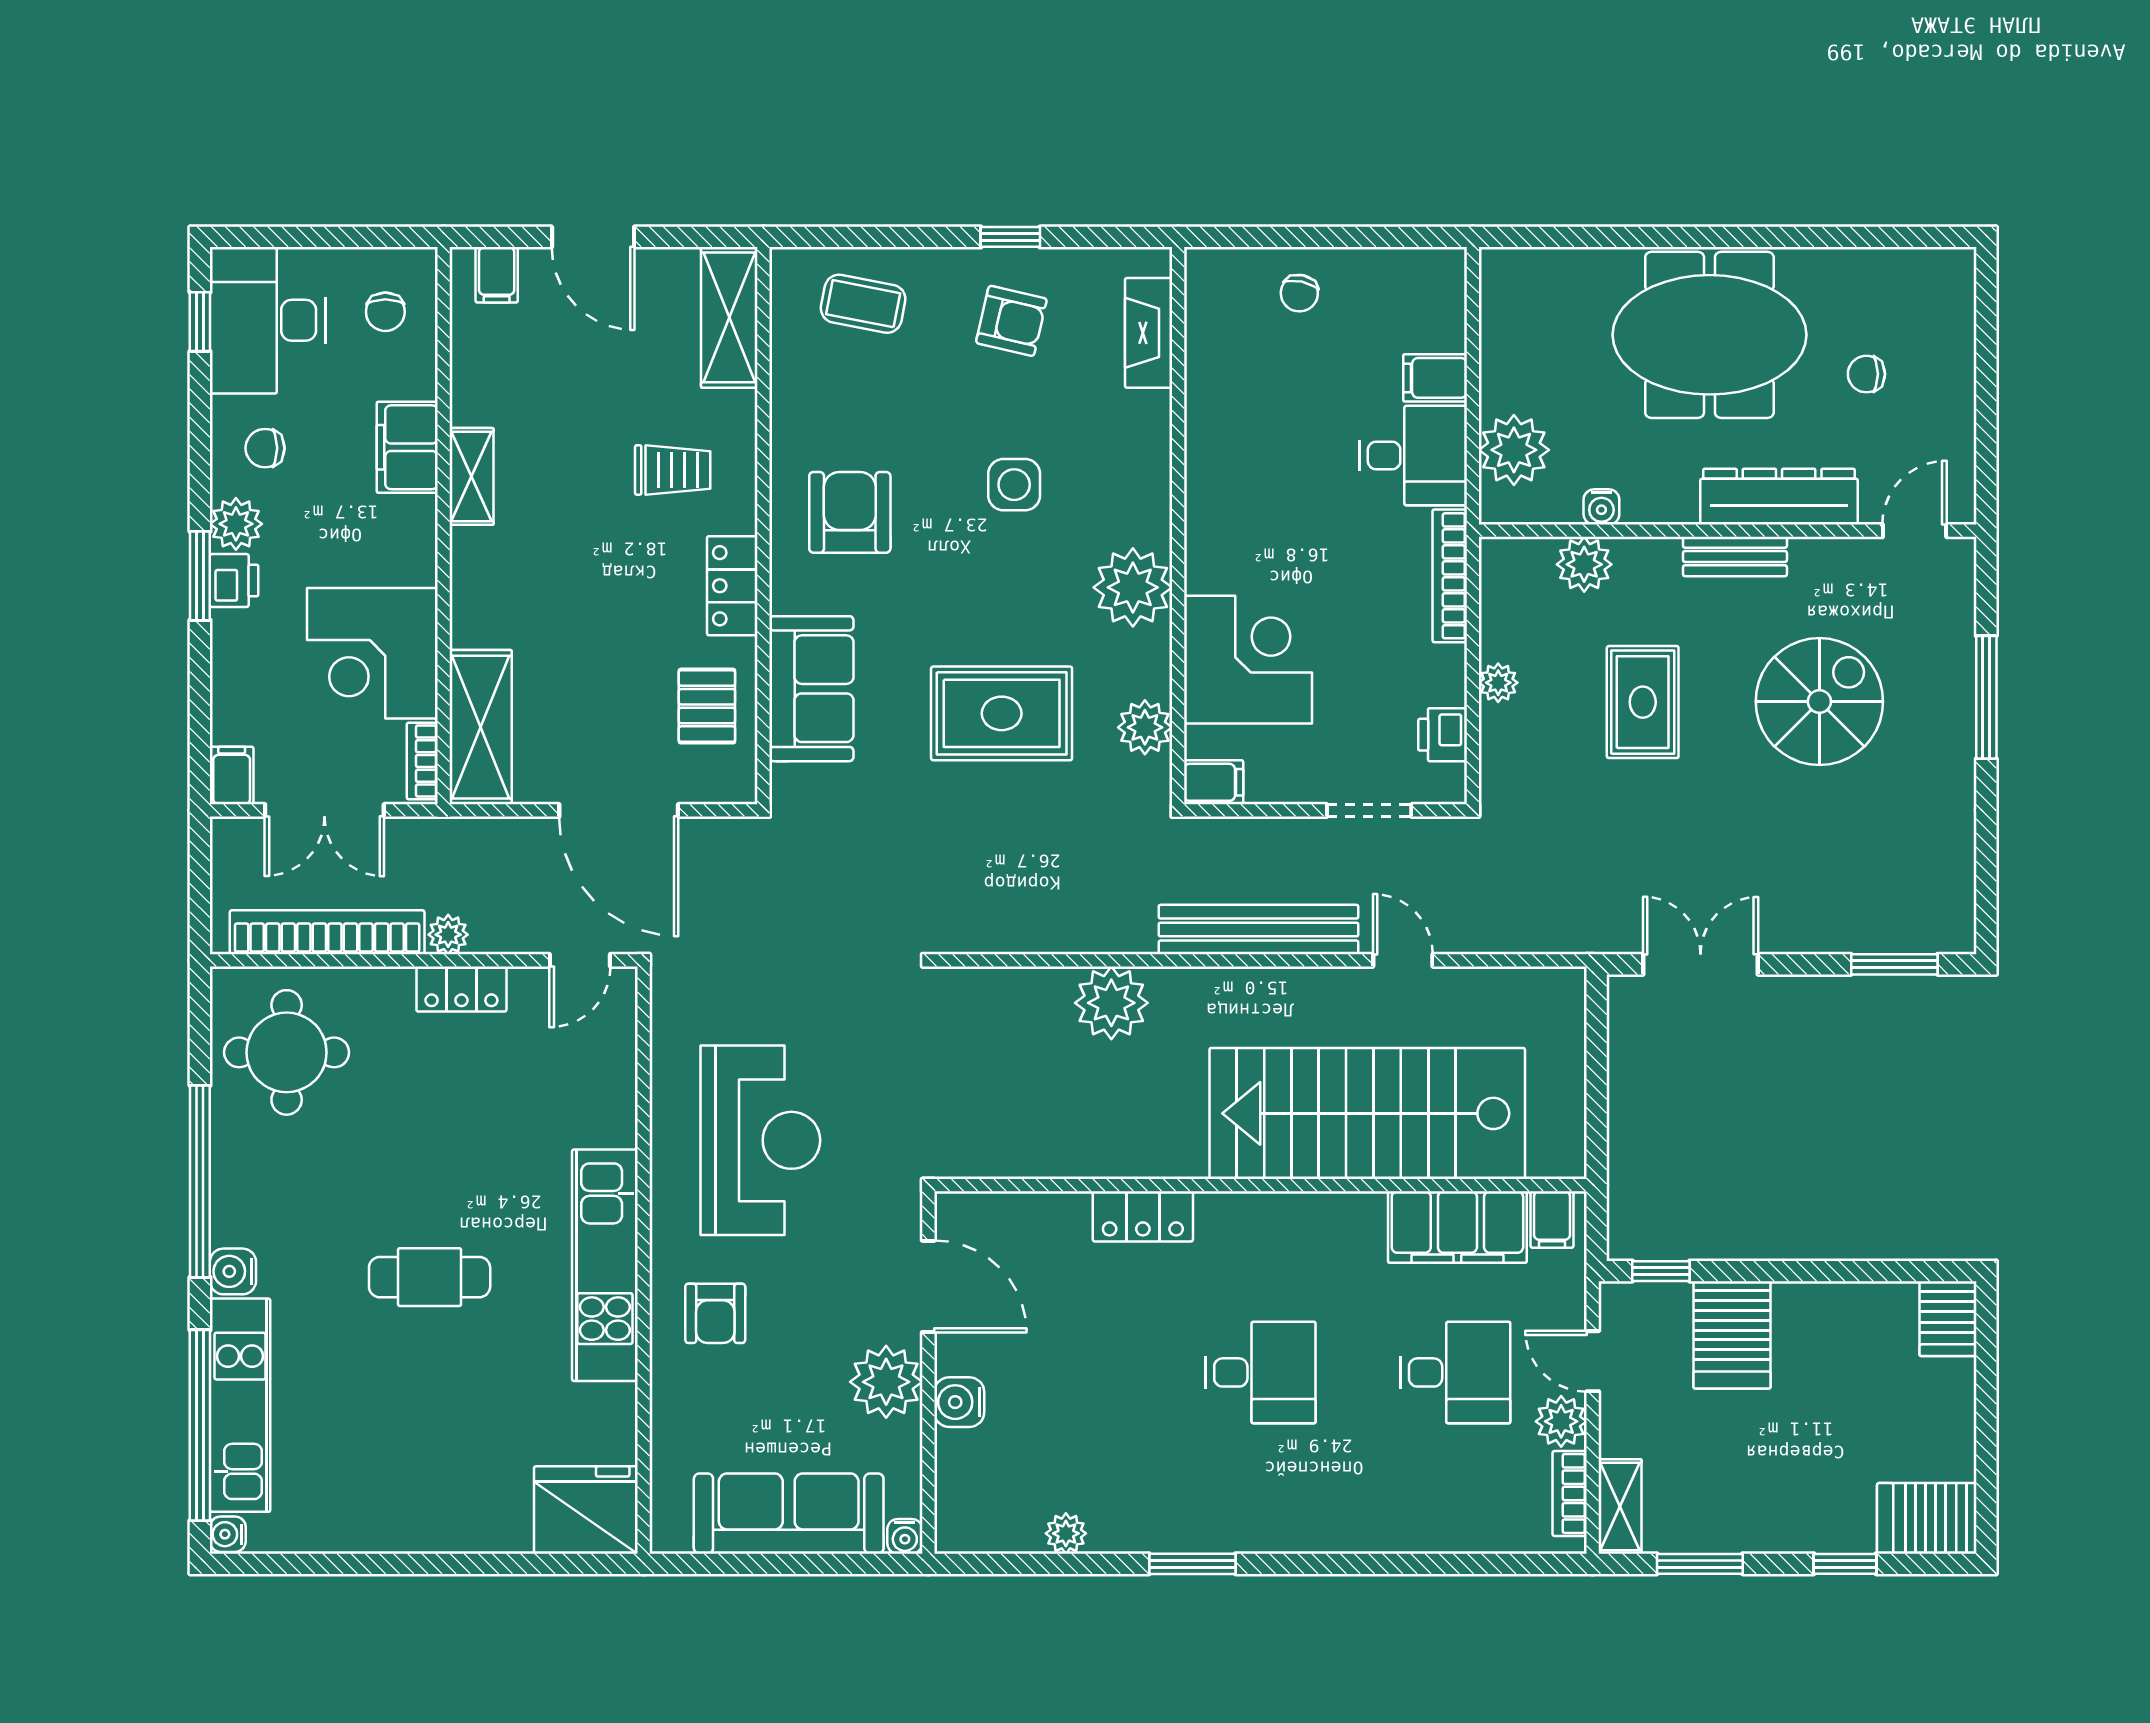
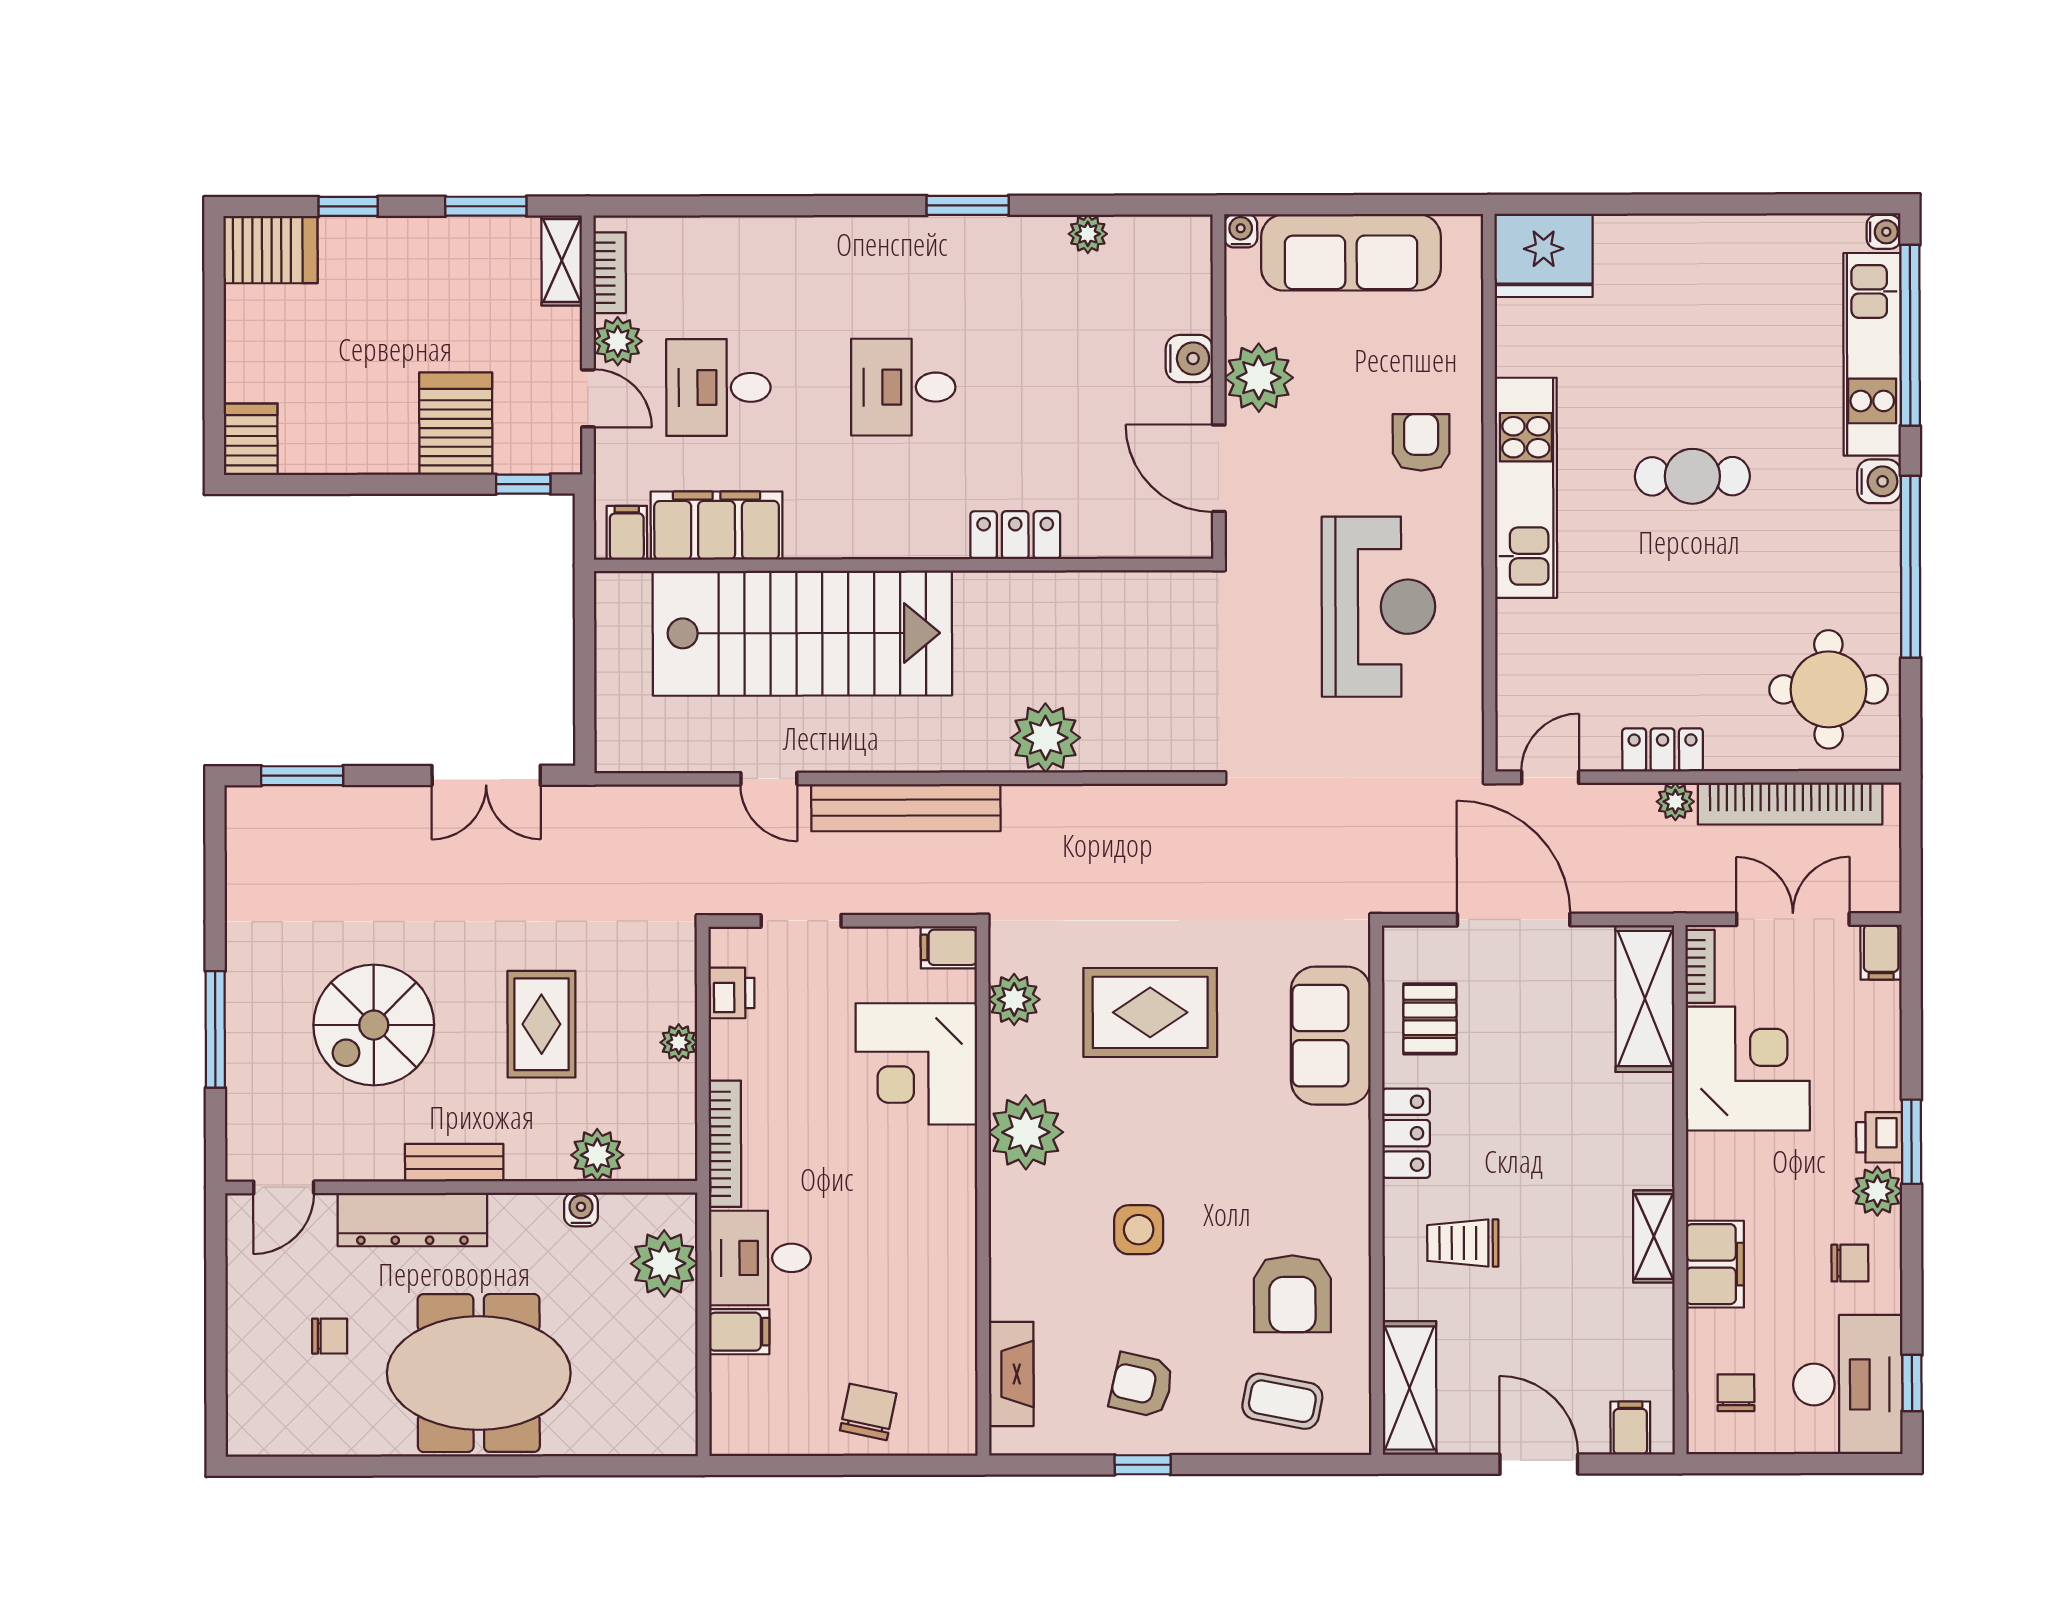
chair: (1299, 293) -> (868, 1412), width x1.37, depth x1.37
armchair: (850, 512) -> (1292, 1294), moved
reception desk: (760, 1140) -> (1378, 607), turned 180

